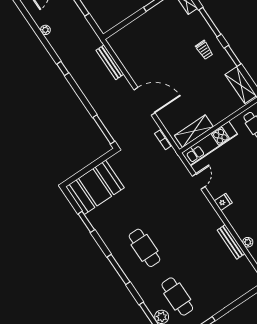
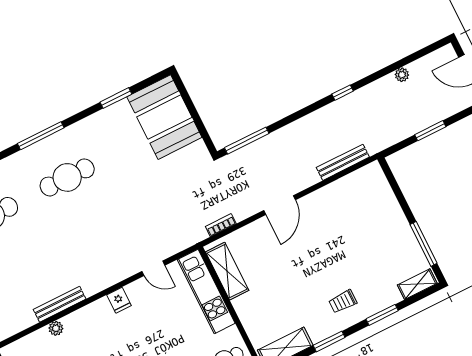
window: (210, 22) -> (382, 315), width x0.69
door: (145, 101) -> (280, 205), width x0.73

